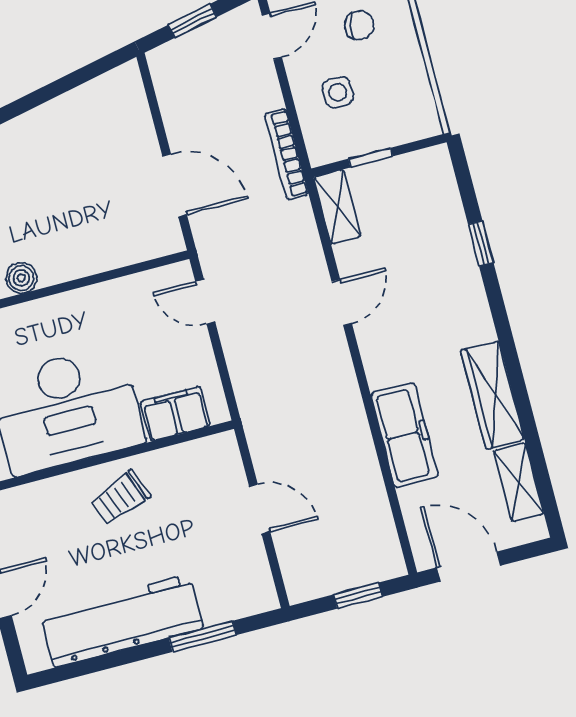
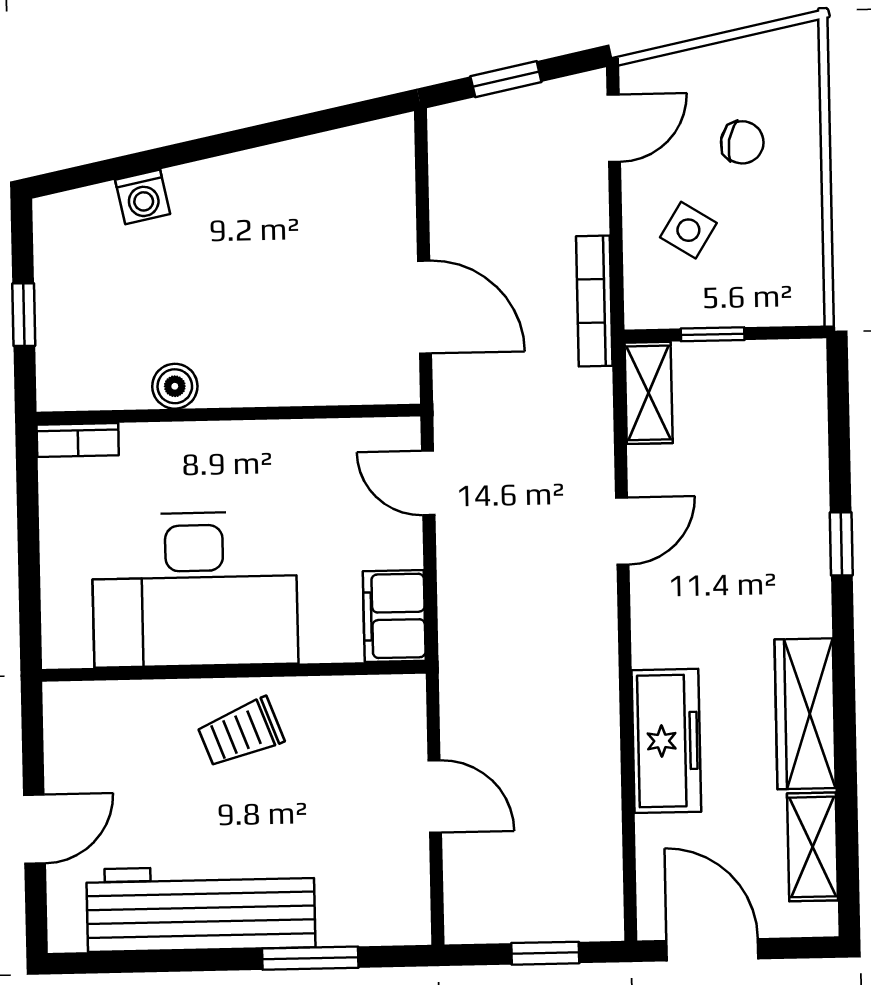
side table: (338, 92) -> (688, 230), turned 32
window: (481, 244) -> (841, 544), moved
filing cabinet: (175, 414) -> (394, 616), moved, turned -90

